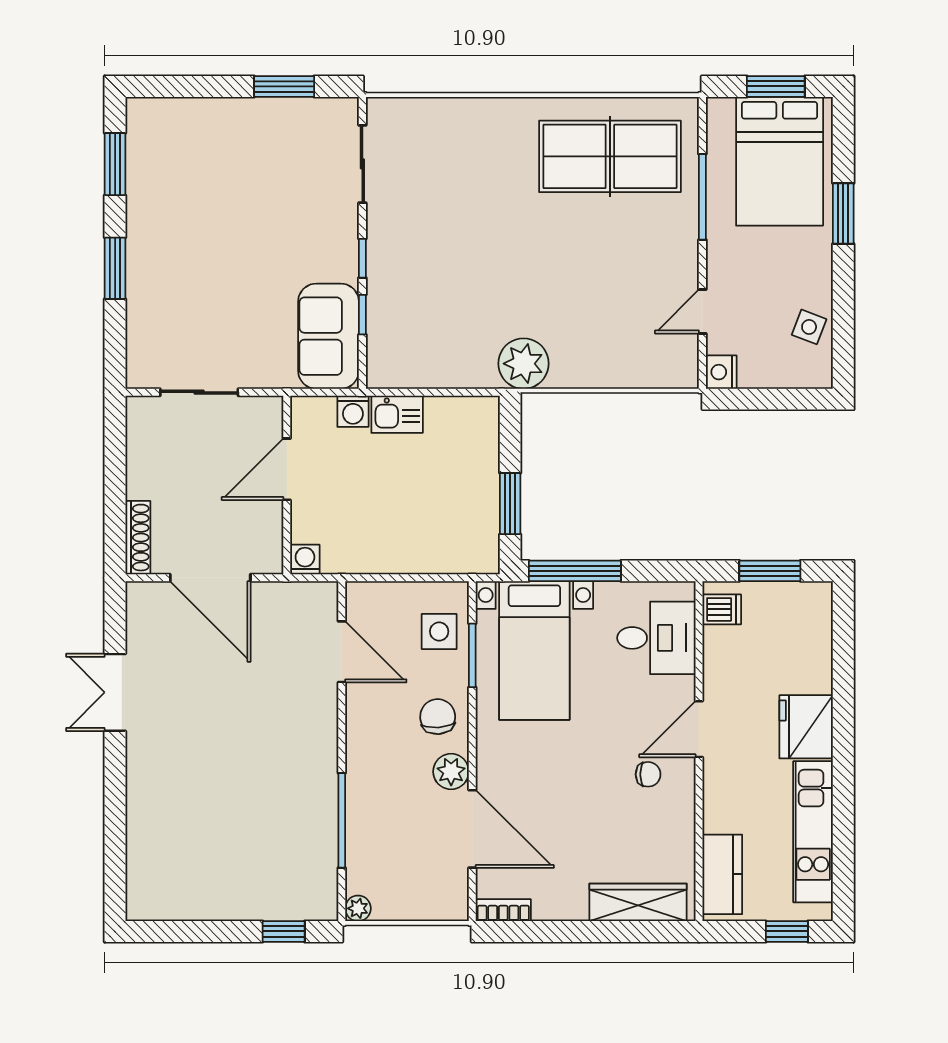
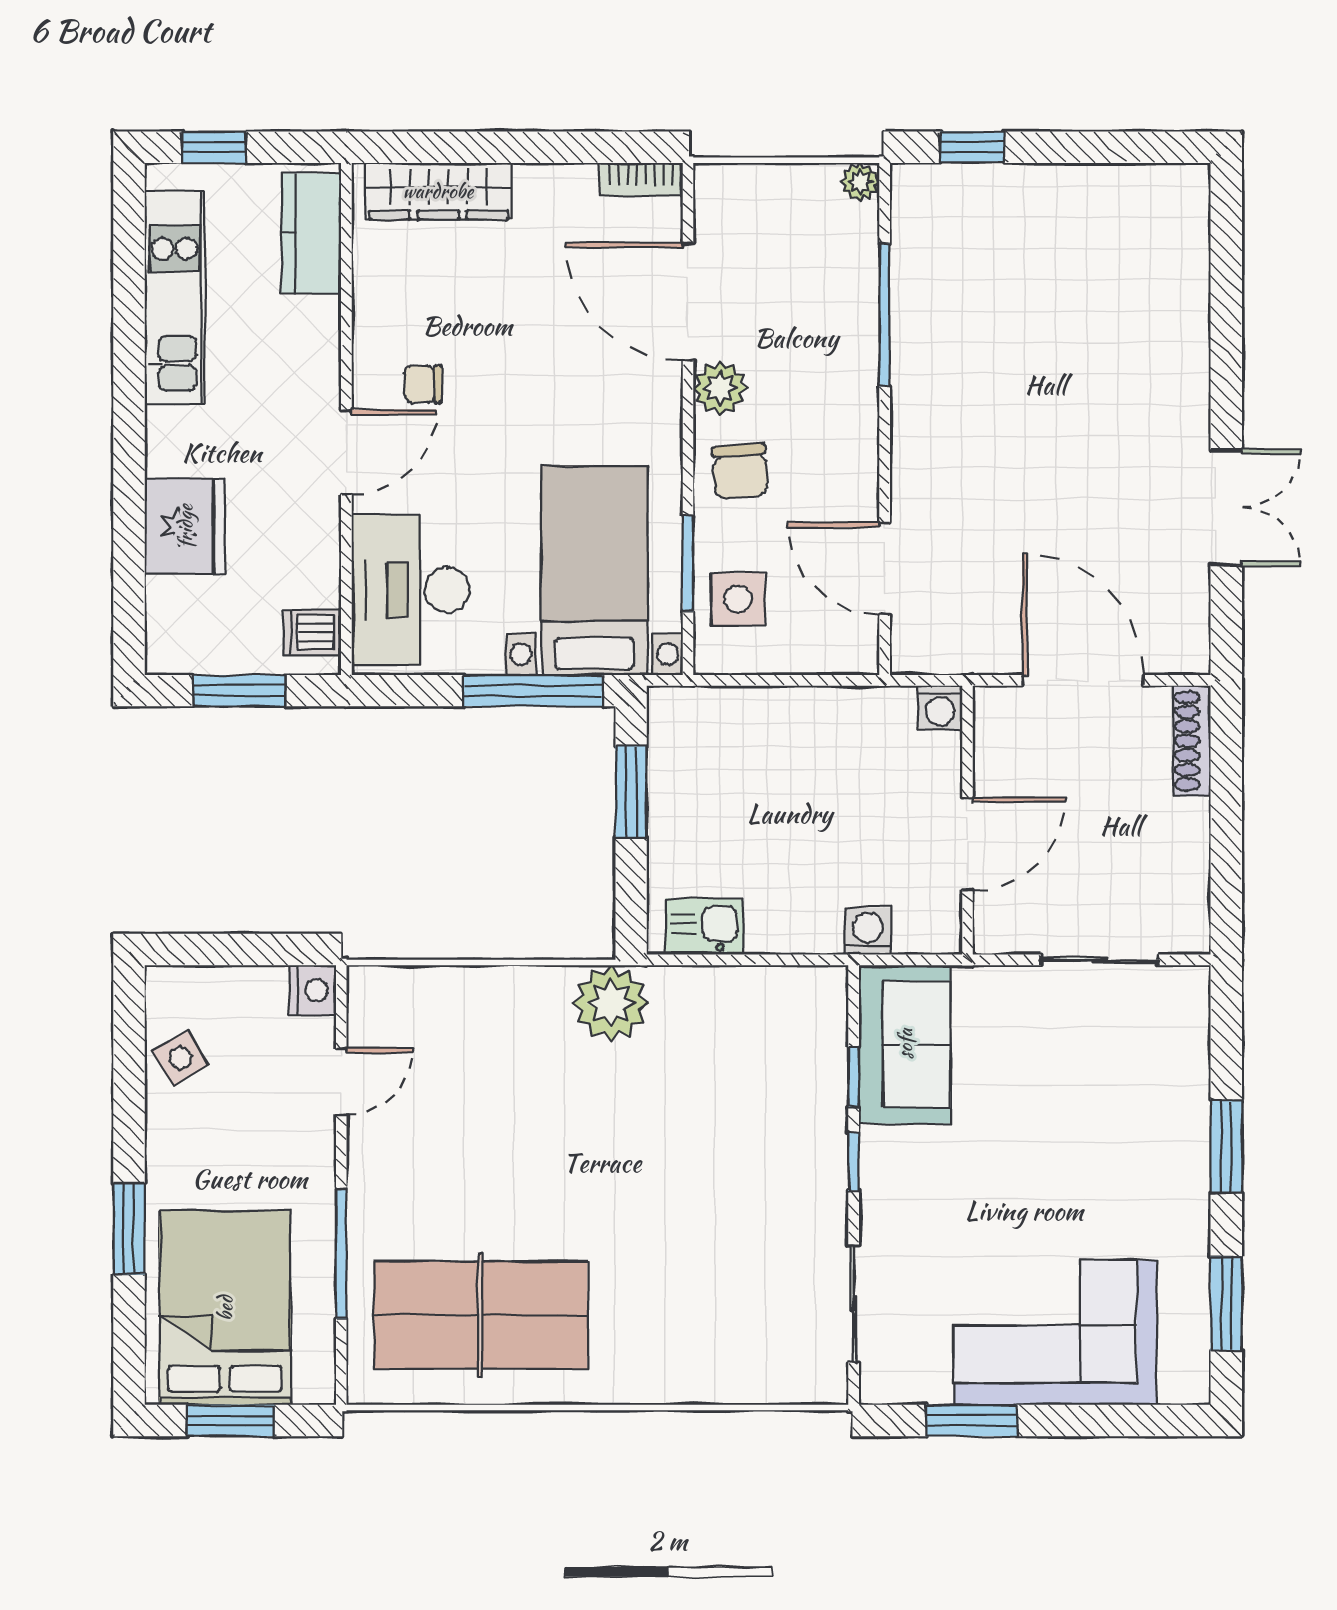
corner sofa: (229, 145) -> (1055, 1332), added
side table: (809, 327) -> (180, 1058), turned 38
kitchen sink: (397, 414) -> (704, 927), moved
desk: (656, 638) -> (411, 590), width x1.37
fridge: (806, 727) -> (185, 526), moved

